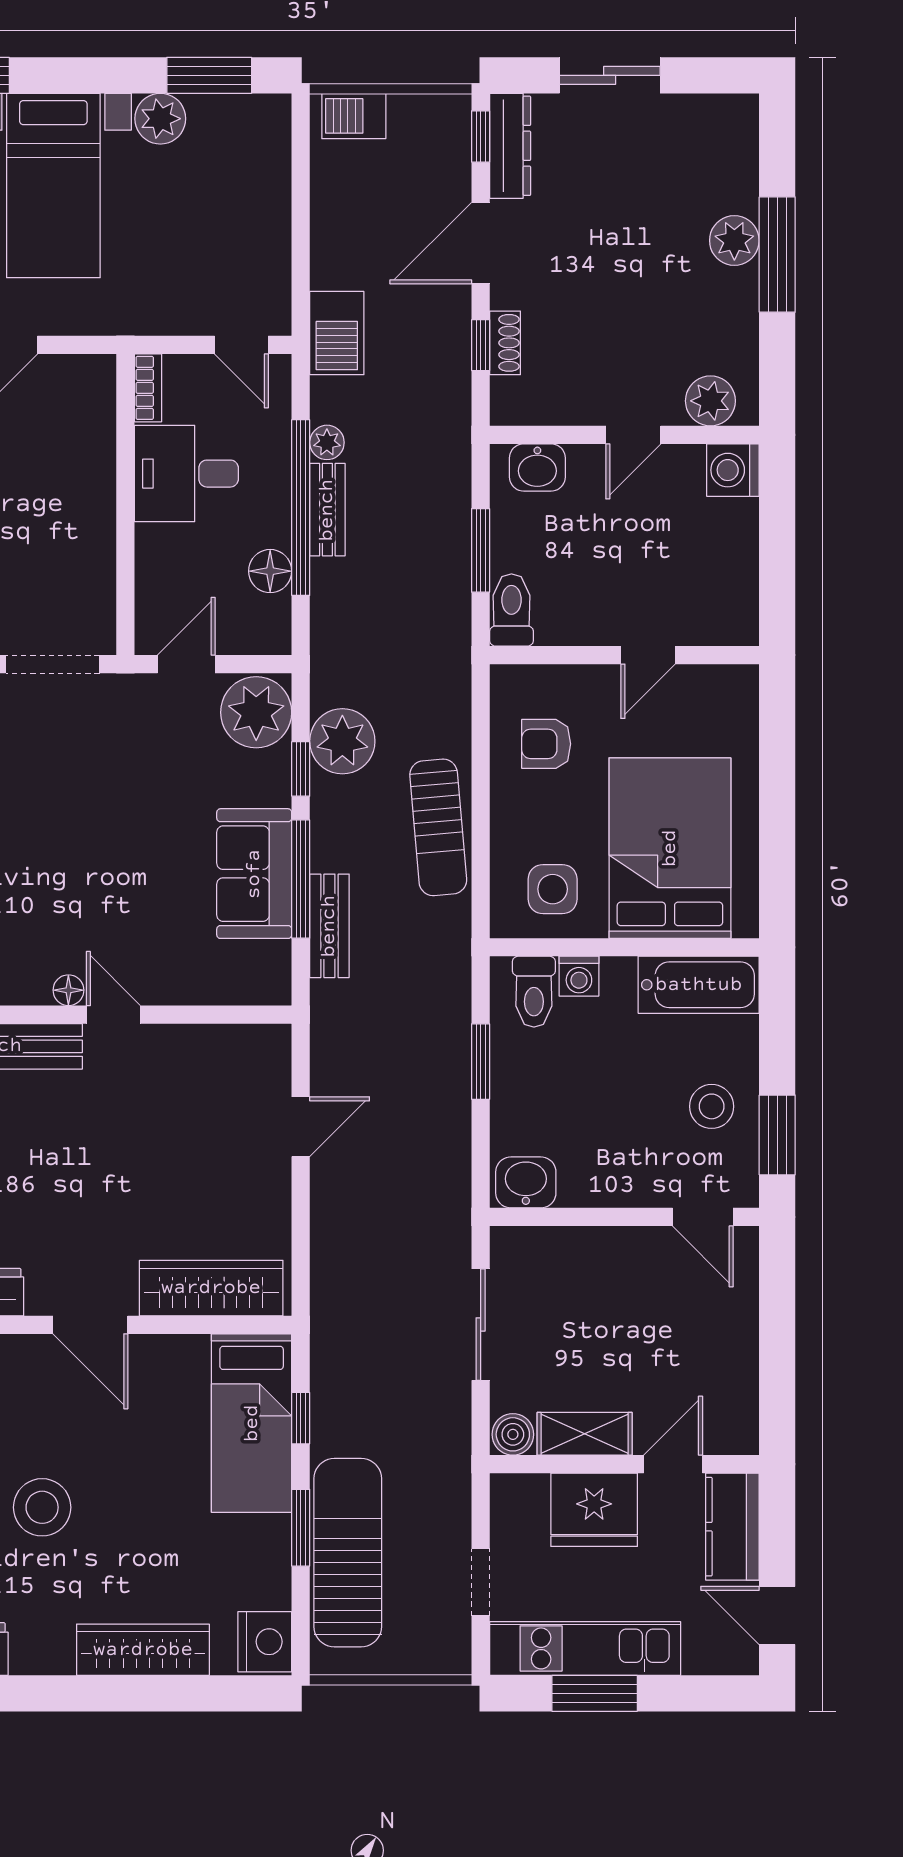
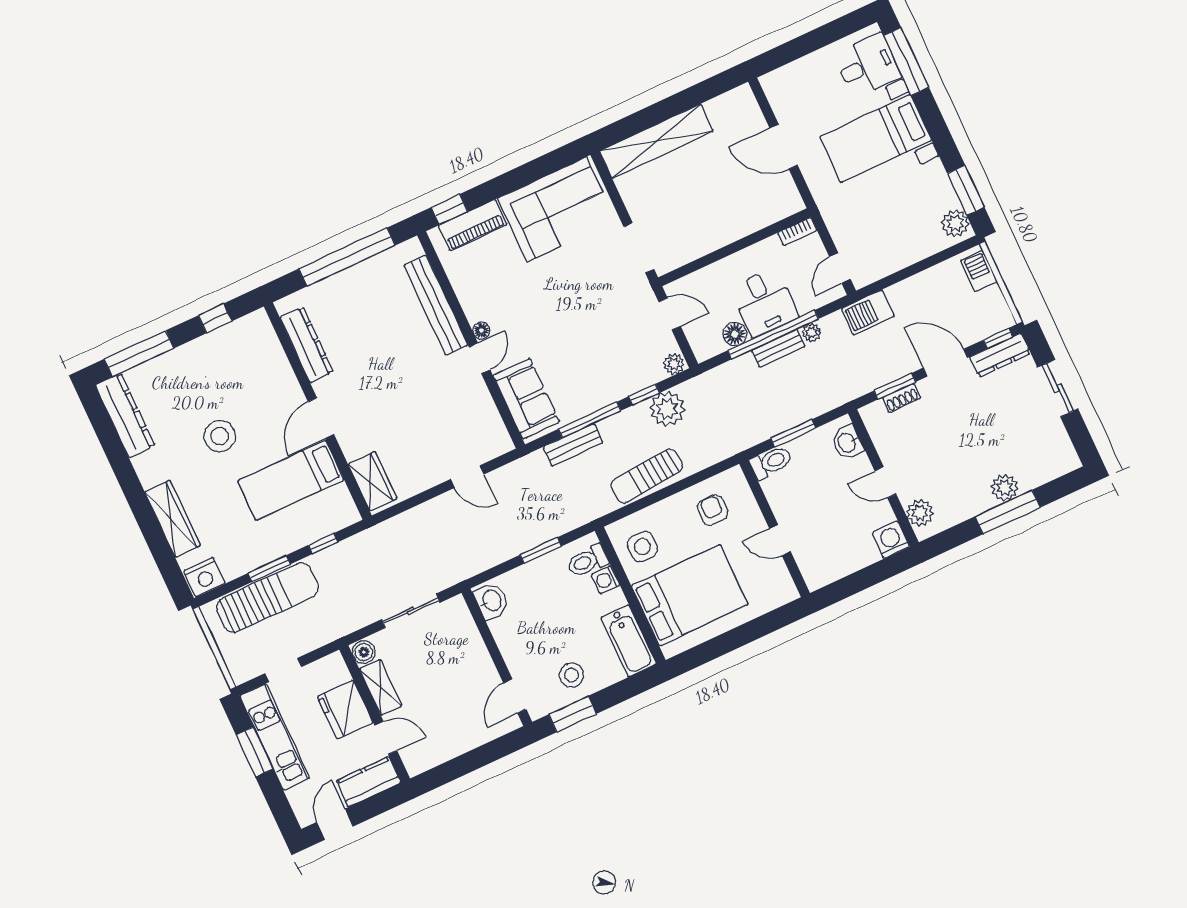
plant: (160, 119) -> (955, 223), moved
window: (481, 345) -> (895, 386), width x1.50
desk: (186, 474) -> (764, 302), moved, turned 180
plant: (256, 712) -> (674, 364), width x0.53, depth x0.53
sofa: (254, 874) -> (526, 399), moved, turned 90
wardrobe: (211, 1288) -> (372, 481), width x0.67
bed: (252, 1423) -> (291, 480), moved

